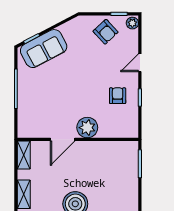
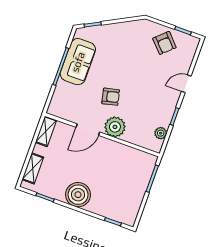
plant: (132, 23) -> (161, 133), moved
sofa: (44, 49) -> (78, 62), moved, turned -62
armchair: (118, 96) -> (111, 97), moved, turned 77

